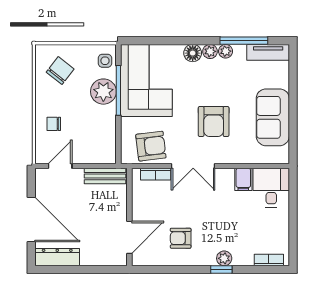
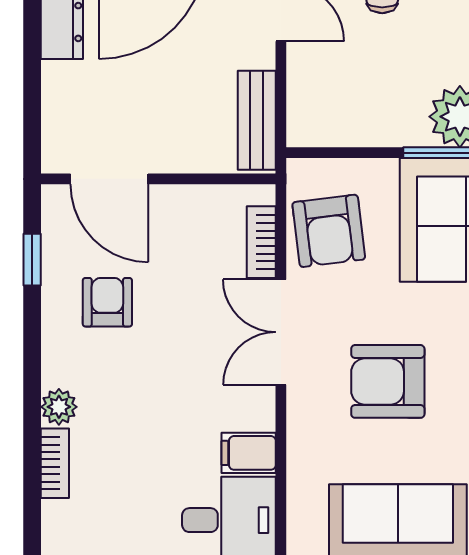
bookcase: (269, 260) -> (55, 463), moved
window: (221, 269) -> (32, 260), moved

